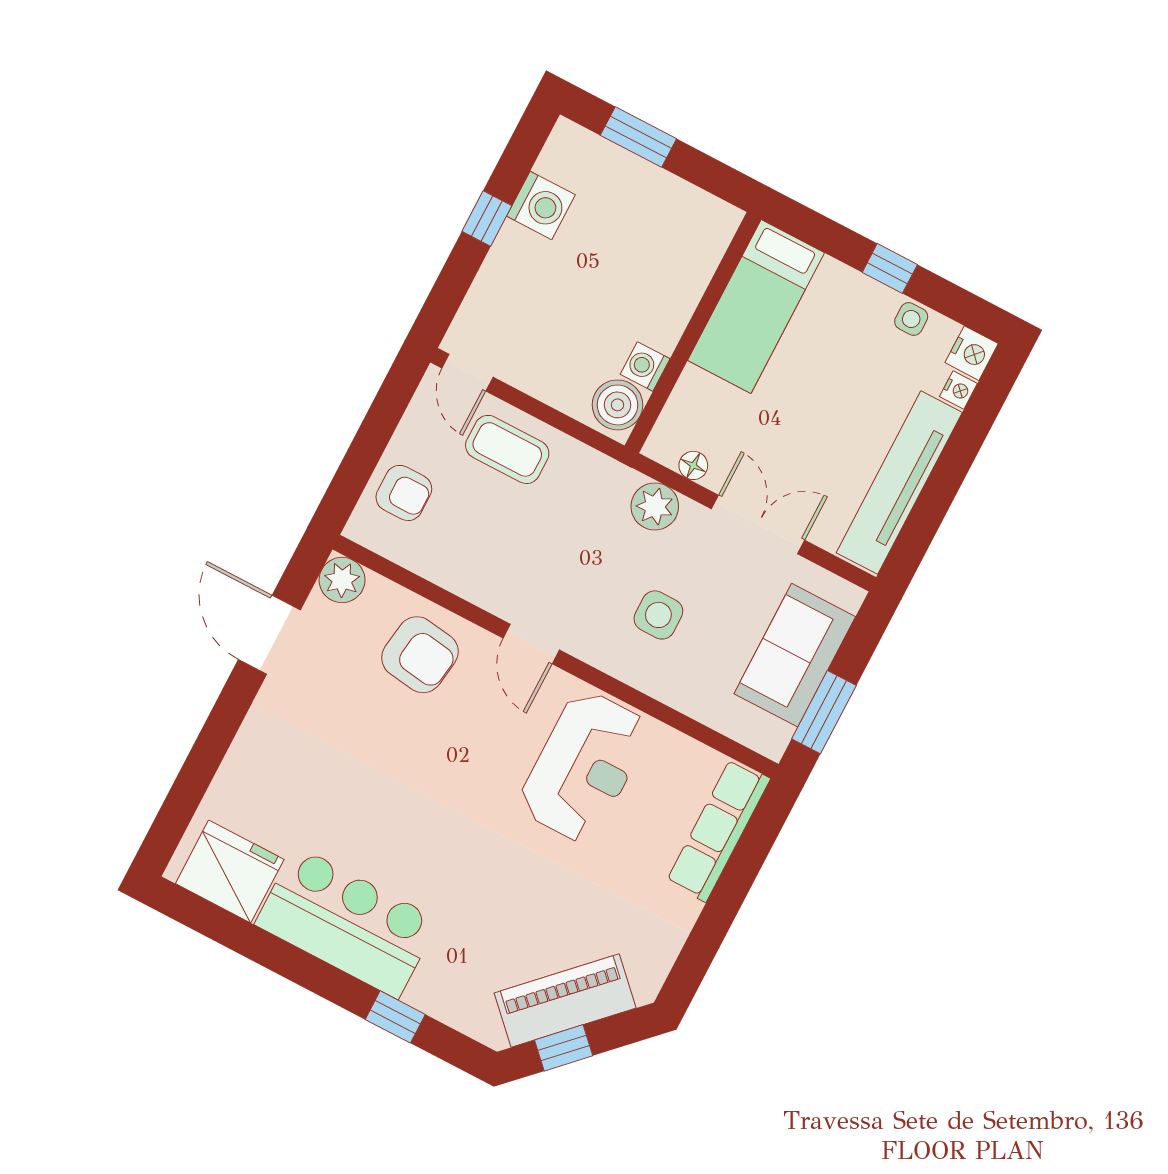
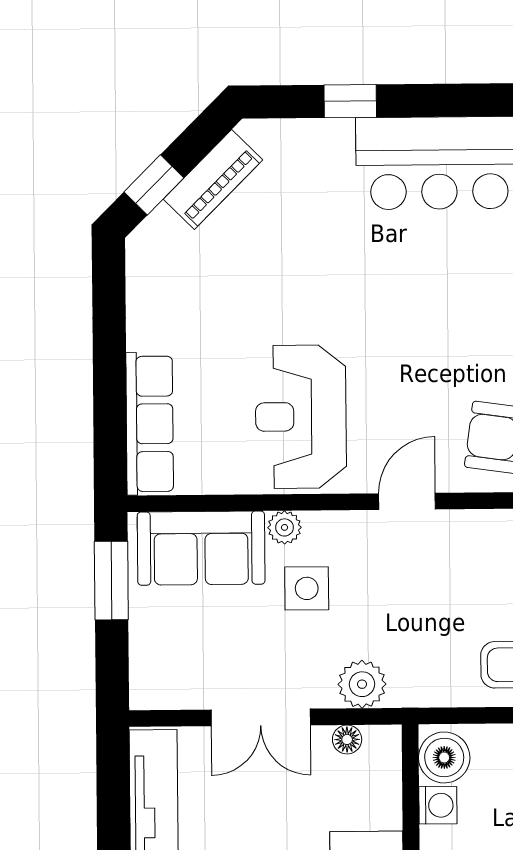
door: (531, 644) -> (407, 501), hinge flipped
sofa: (795, 655) -> (201, 548), moved, turned 90
plant: (649, 678) -> (285, 527), added
piano: (565, 1001) -> (213, 180), width x0.73, depth x0.75
window: (564, 1048) -> (154, 185), moved

